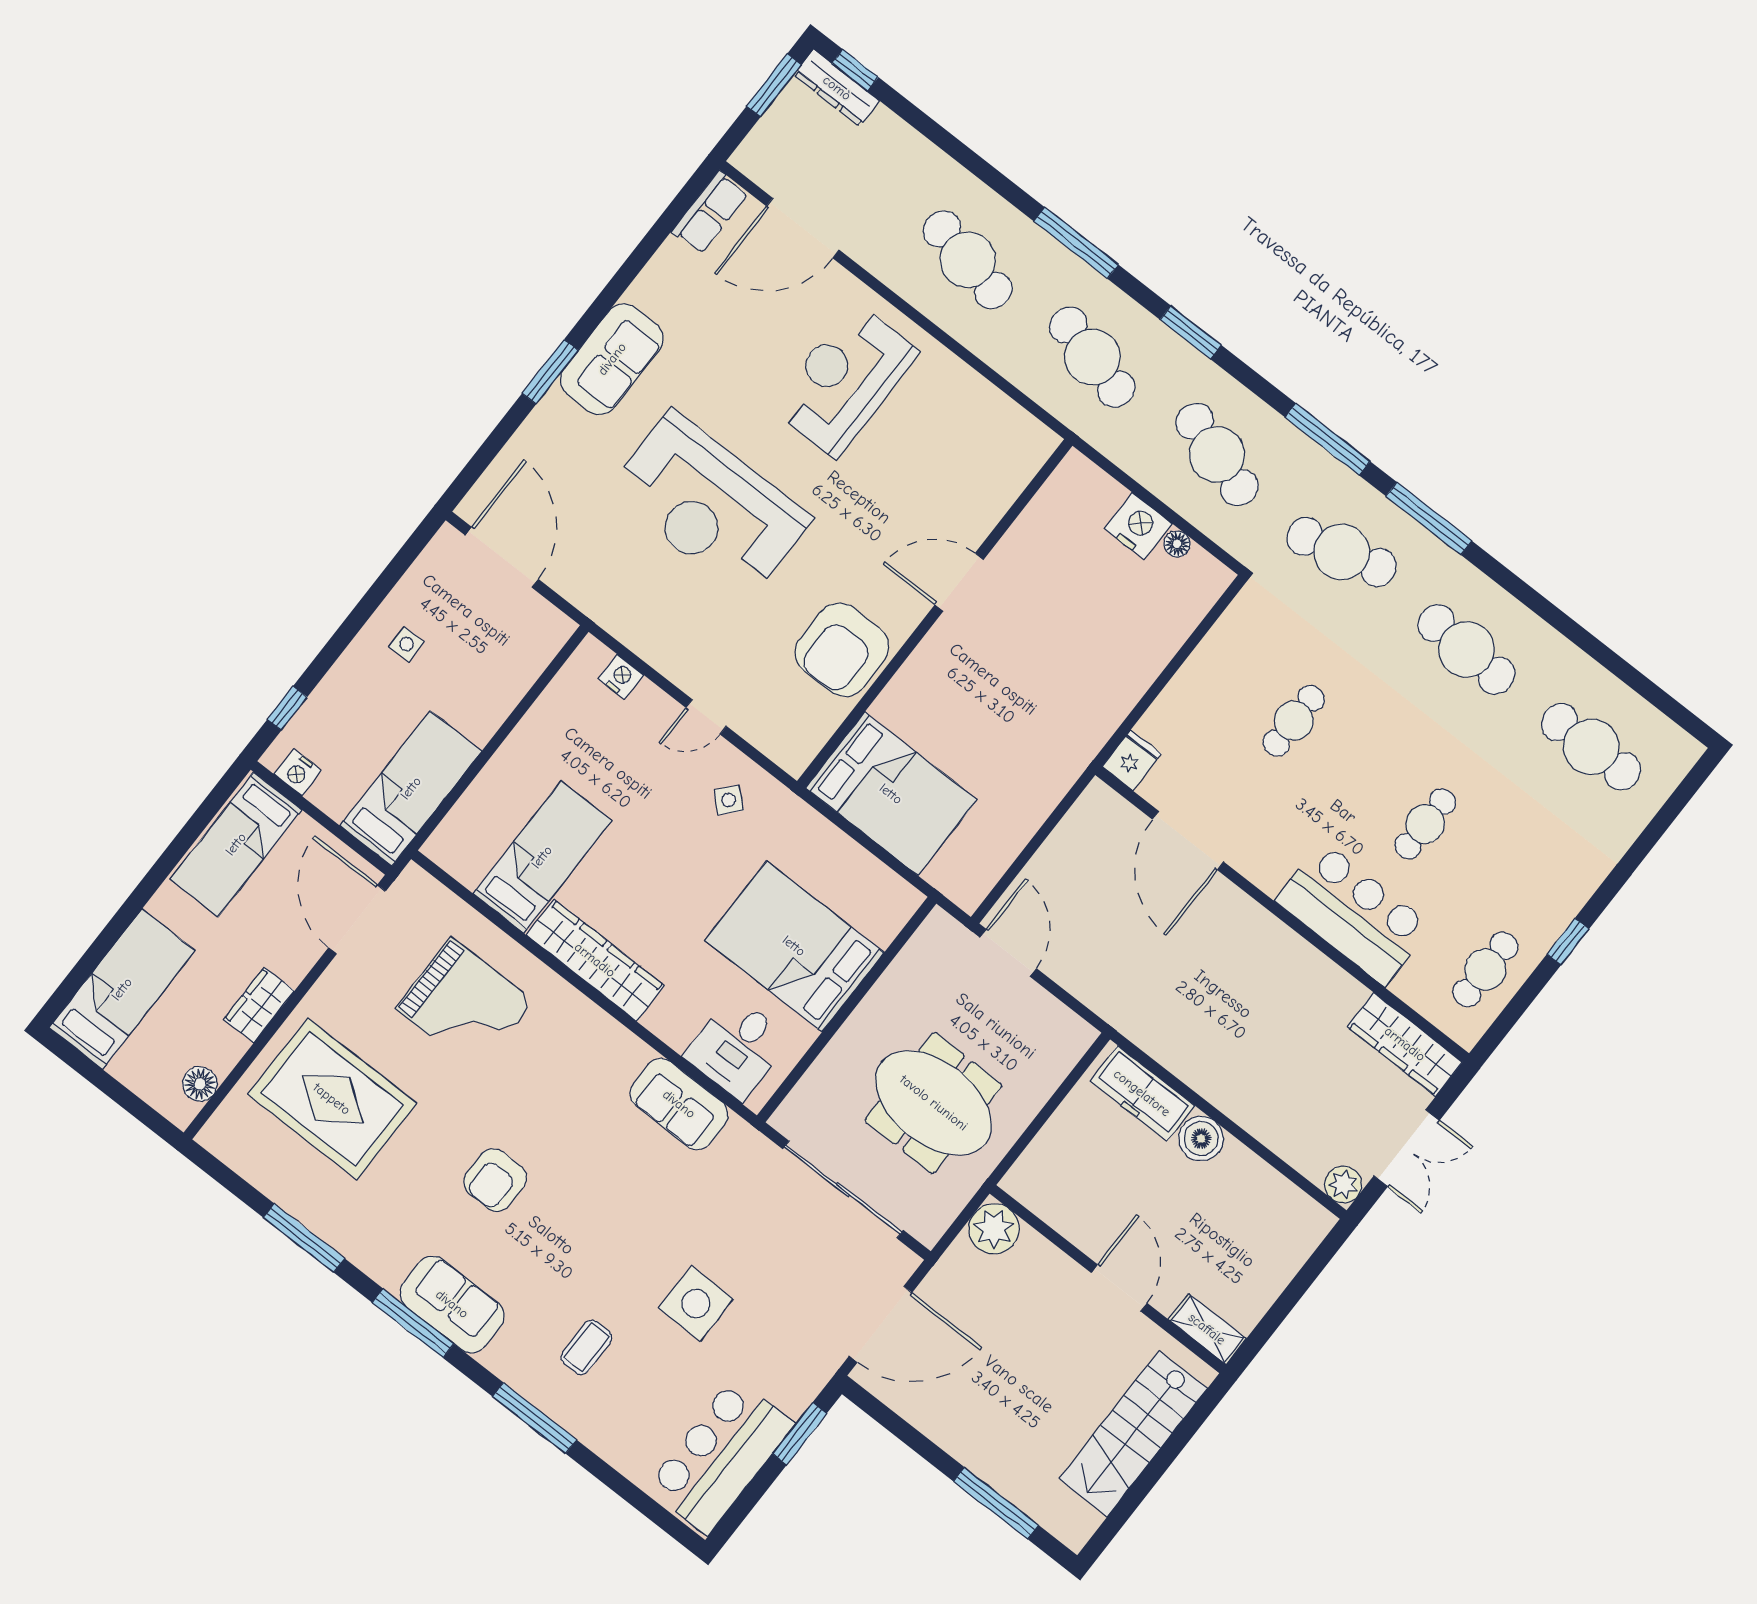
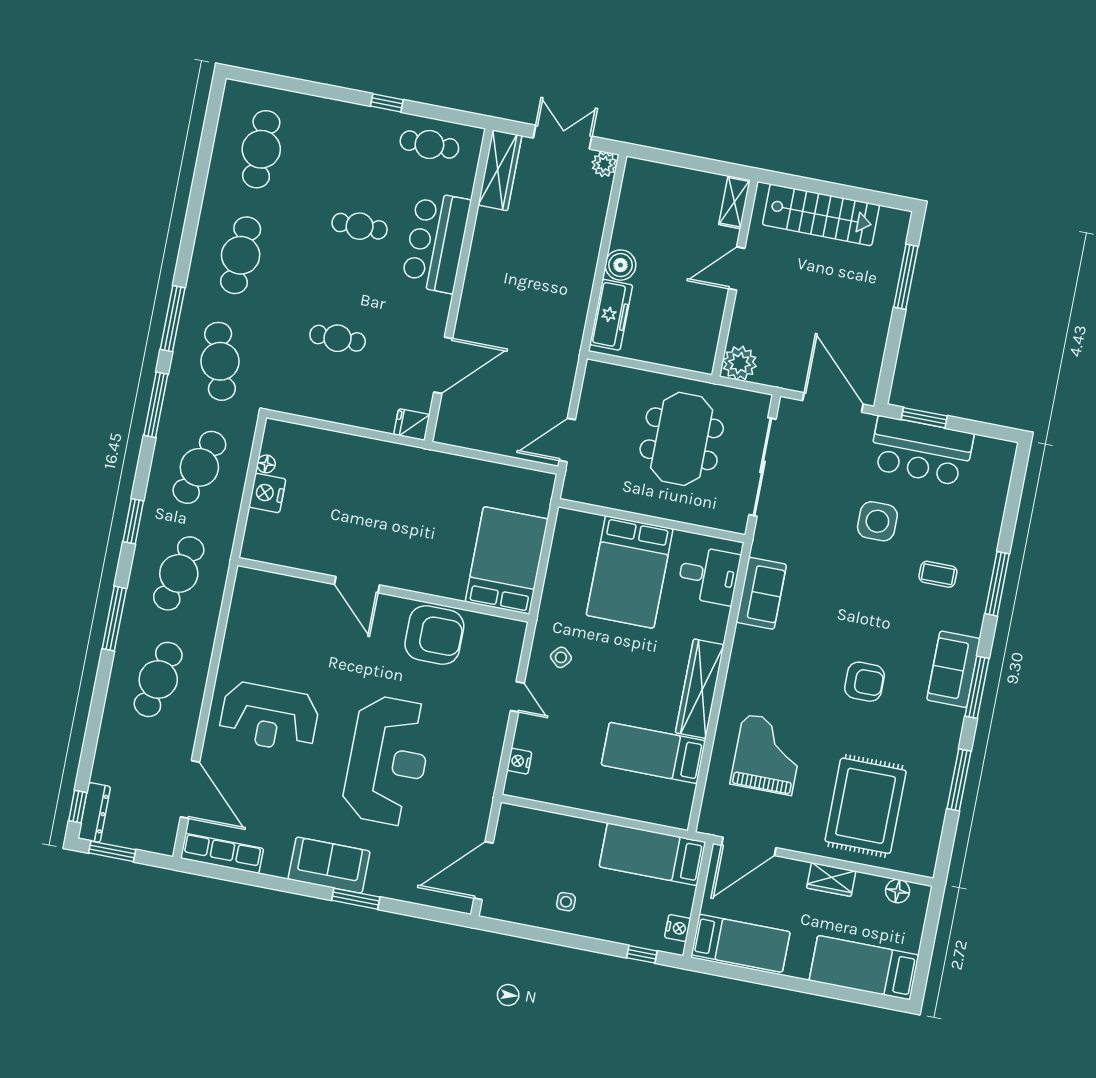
row of seats: (710, 212) -> (222, 853), width x1.48
bar counter: (720, 1456) -> (921, 451), moved

